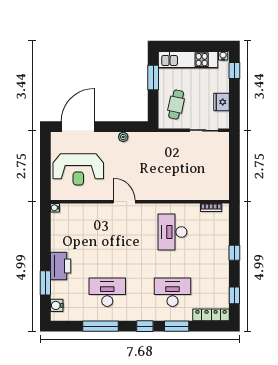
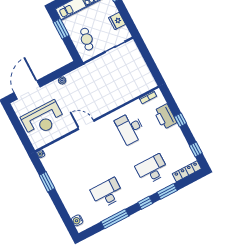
printer: (61, 266) -> (165, 117), moved, turned 180
window: (45, 283) -> (47, 182), moved

